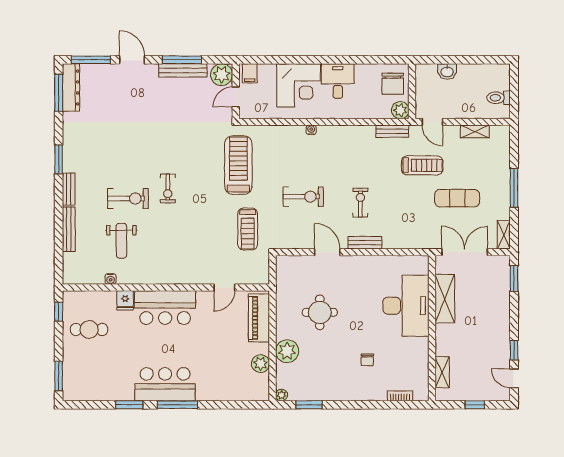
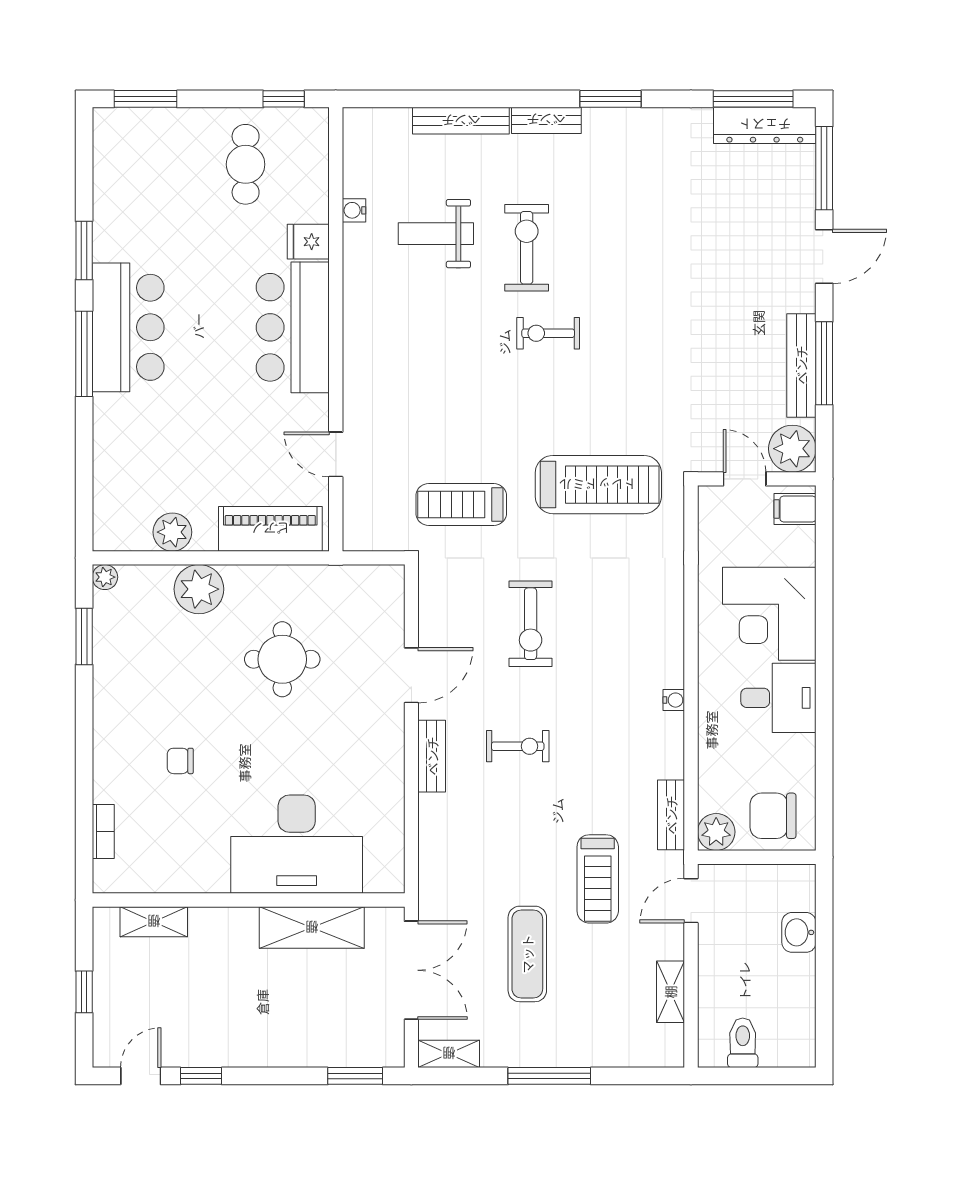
water cooler: (311, 130) -> (674, 700), moved
exercise bike: (128, 198) -> (527, 248), turned 180

